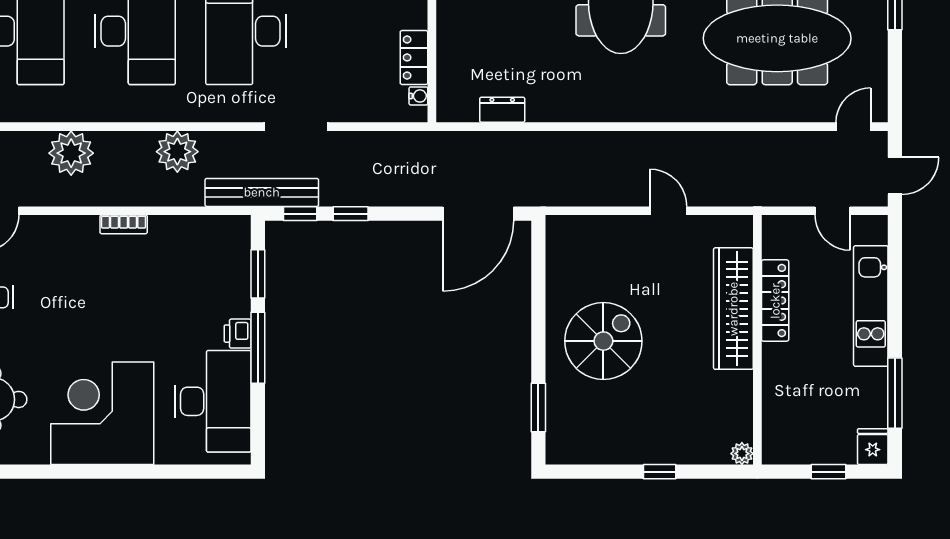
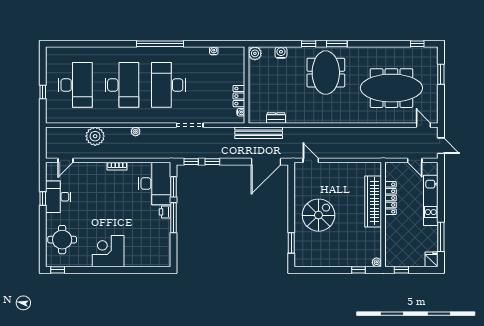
door: (853, 127) -> (423, 125), hinge flipped
plant: (177, 152) -> (136, 131), width x0.53, depth x0.53
door: (895, 176) -> (441, 146), hinge flipped
bench: (262, 192) -> (259, 133), moved
door: (668, 211) -> (311, 160), moved
desk: (213, 401) -> (155, 184), moved
corner desk: (102, 413) -> (108, 251), width x0.74, depth x0.74
window: (660, 472) -> (358, 270), moved
window: (829, 472) -> (401, 270), moved

